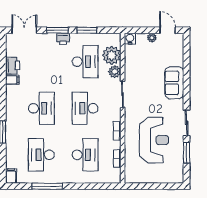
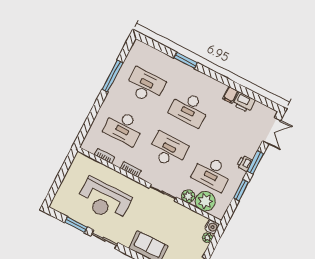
plant: (152, 38) -> (207, 238), moved
filing cabinet: (11, 176) -> (140, 47), removed

